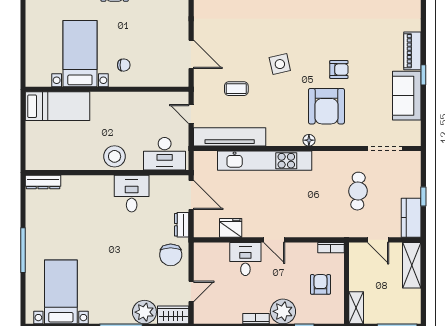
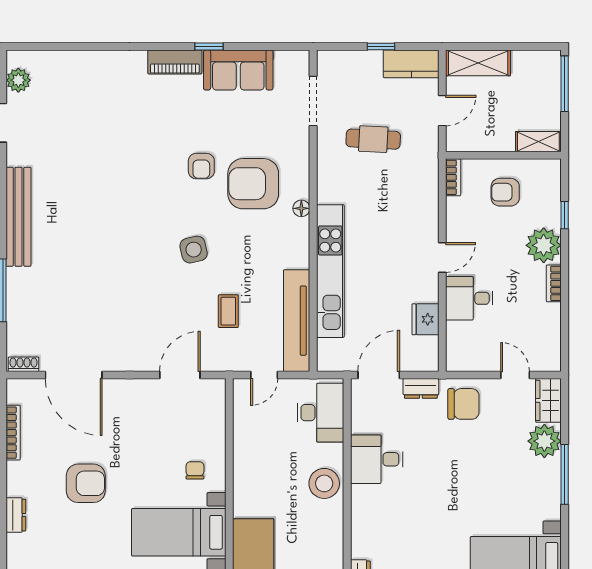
armchair: (339, 70) -> (201, 166), turned 180
armchair: (326, 106) -> (253, 184), turned 180

